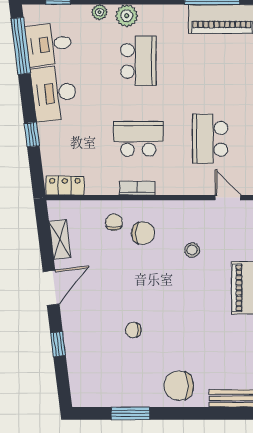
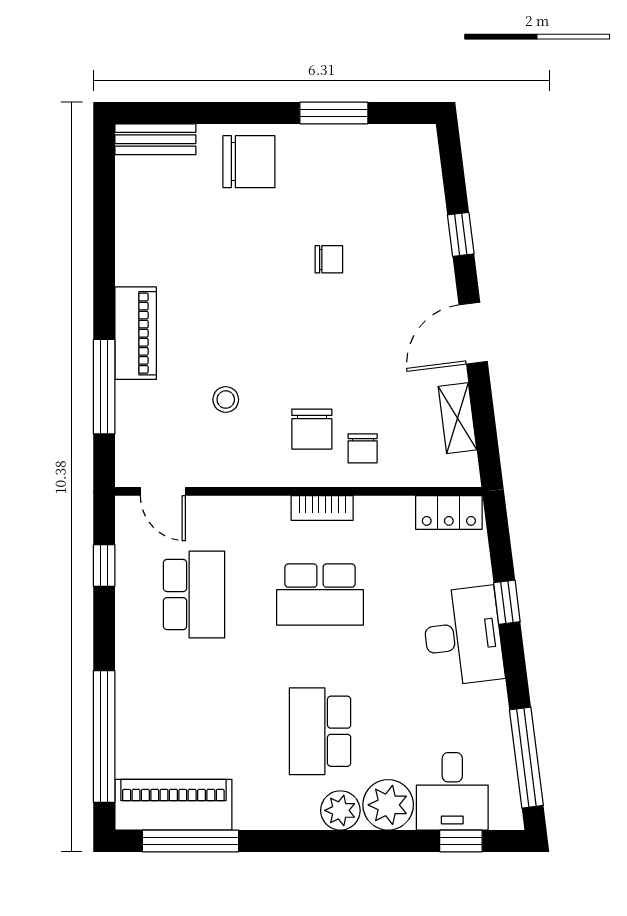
plant: (99, 12) -> (388, 805), width x1.88, depth x1.88
desk: (49, 44) -> (452, 791), moved, turned 97
desk: (54, 93) -> (463, 636), moved
chair: (143, 233) -> (312, 429), turned -90

